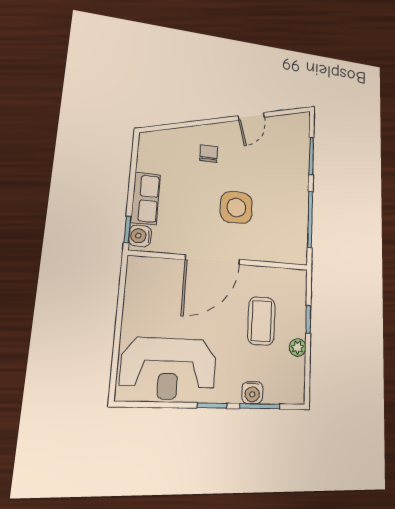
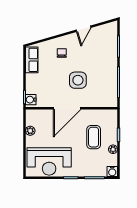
row of seats: (146, 198) -> (32, 60), moved
plant: (133, 300) -> (30, 131), added
water cooler: (252, 393) -> (112, 172), moved

